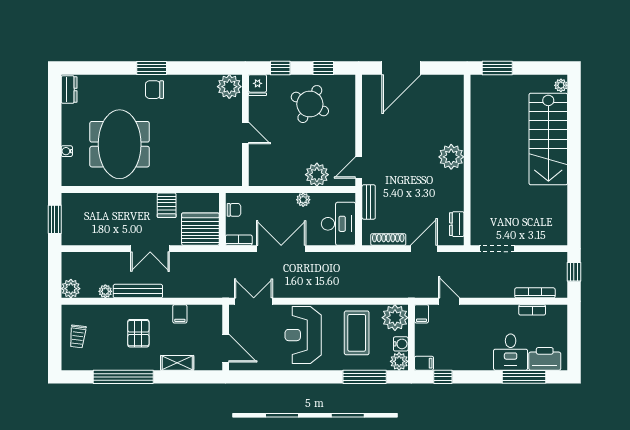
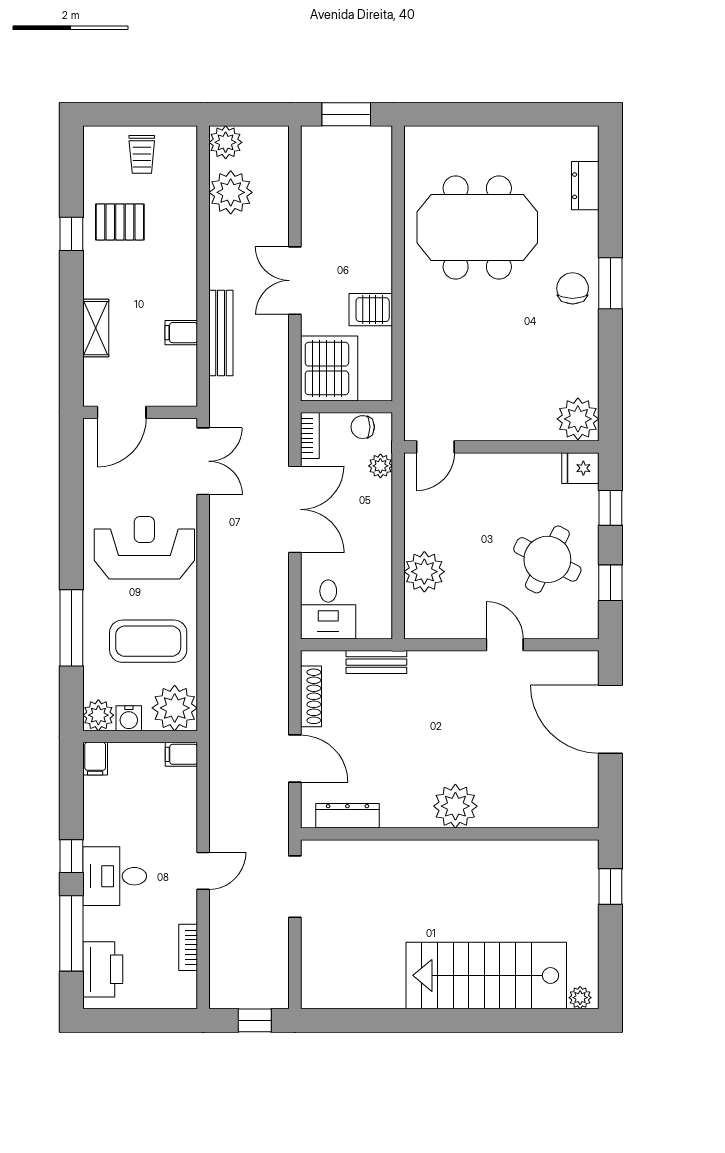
window: (497, 68) -> (610, 887), width x0.67
dresser: (69, 89) -> (585, 186), moved, turned 90
door: (245, 133) -> (435, 447), moved
water cooler: (67, 151) -> (465, 135), removed
door: (359, 168) -> (505, 645), moved
plant: (303, 200) -> (380, 466), moved
chair: (234, 210) -> (363, 427), turned 90
desk: (338, 224) -> (328, 609), width x0.73
dresser: (457, 224) -> (347, 816), width x1.44
plant: (105, 291) -> (231, 192), width x1.88, depth x1.88
bench: (138, 291) -> (221, 333), moved
bookcase: (535, 293) -> (218, 952), removed
door: (449, 301) -> (203, 871), moved
pallet: (138, 333) -> (120, 222), moved
trolley: (78, 336) -> (142, 154), turned -97
desk: (511, 352) -> (115, 876), moved
window: (123, 377) -> (71, 234), width x0.32
window: (365, 377) -> (71, 628), moved
window: (443, 377) -> (71, 856), moved

